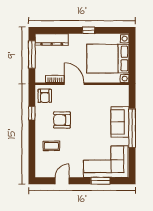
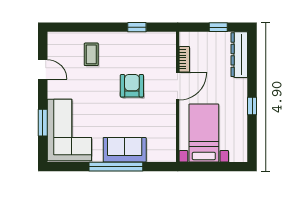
window: (32, 55) -> (218, 27), width x0.46
bed with nightstands: (108, 59) -> (204, 133), width x0.73
armchair: (45, 96) -> (161, 45), removed
armchair: (62, 120) -> (132, 86), moved

